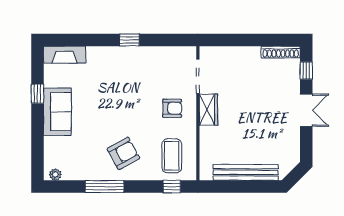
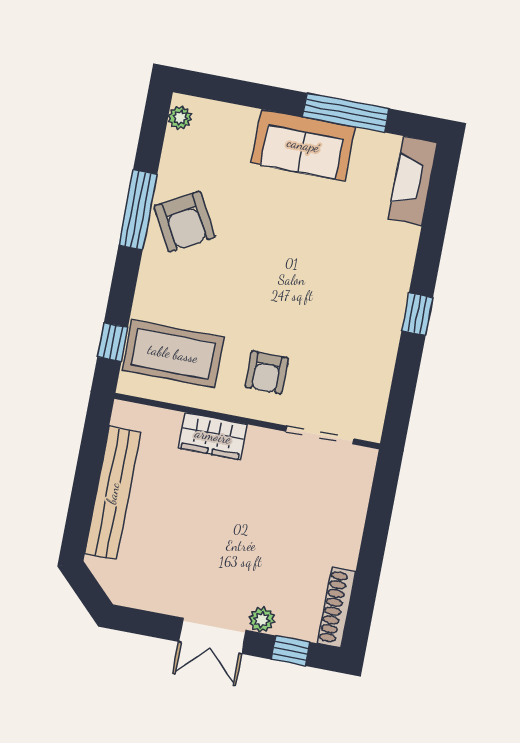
plant: (294, 88) -> (262, 620), added
window: (37, 94) -> (346, 113), width x2.17
wardrobe: (208, 110) -> (213, 436), moved
armchair: (123, 153) -> (185, 222), moved
coffee table: (172, 156) -> (173, 354), width x1.36, depth x1.32

